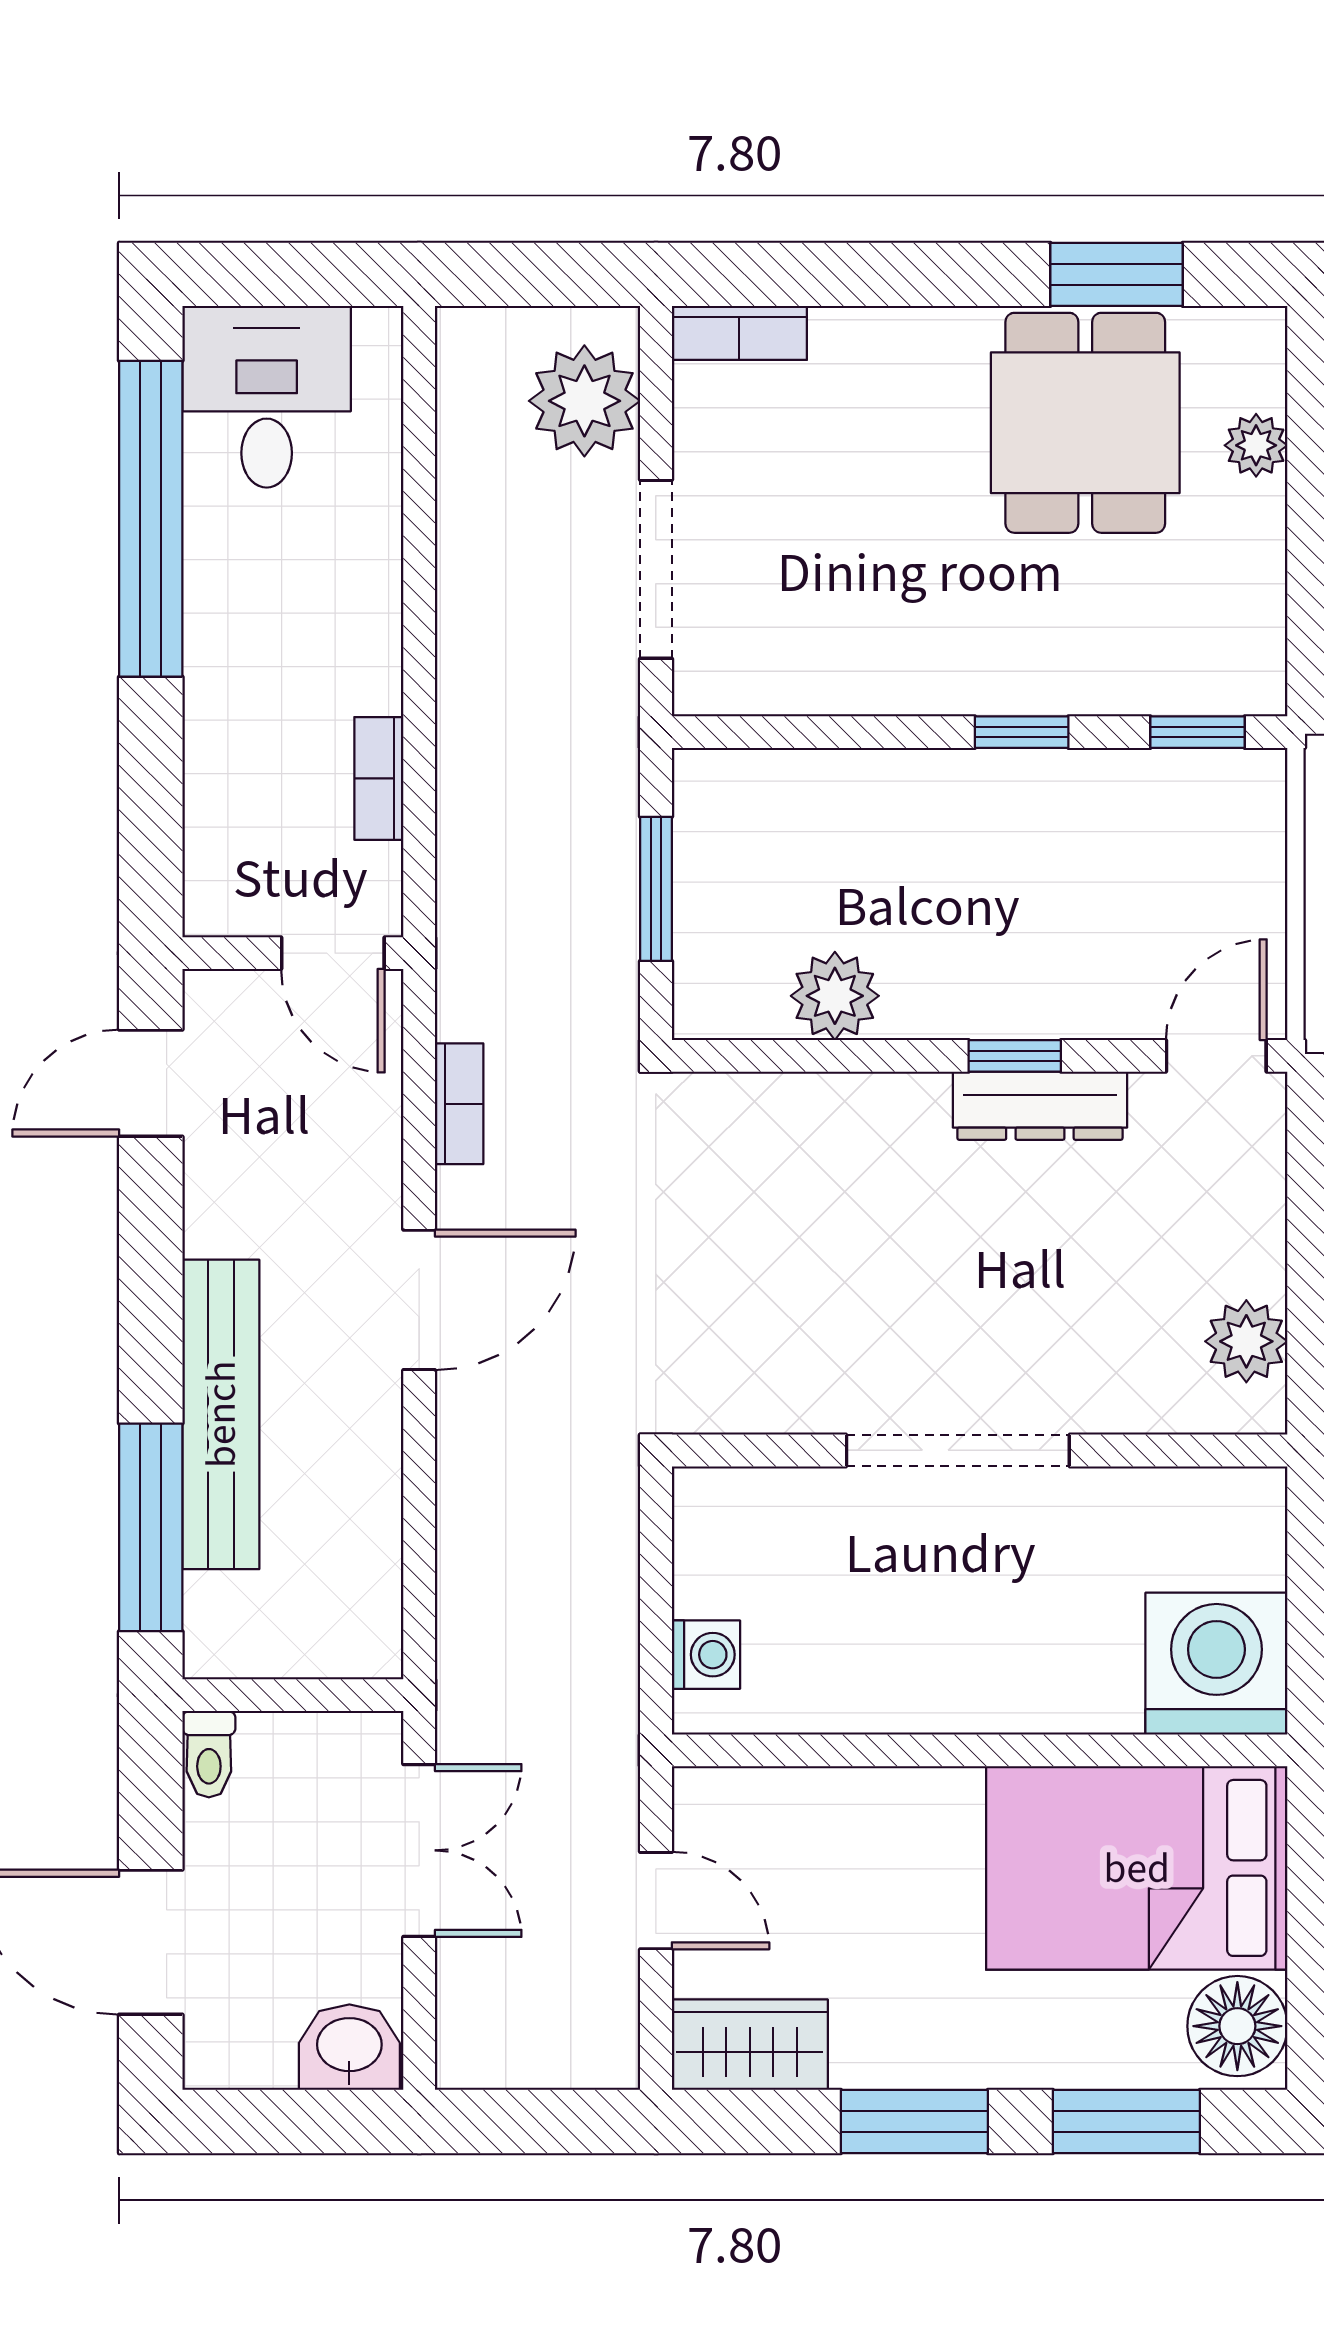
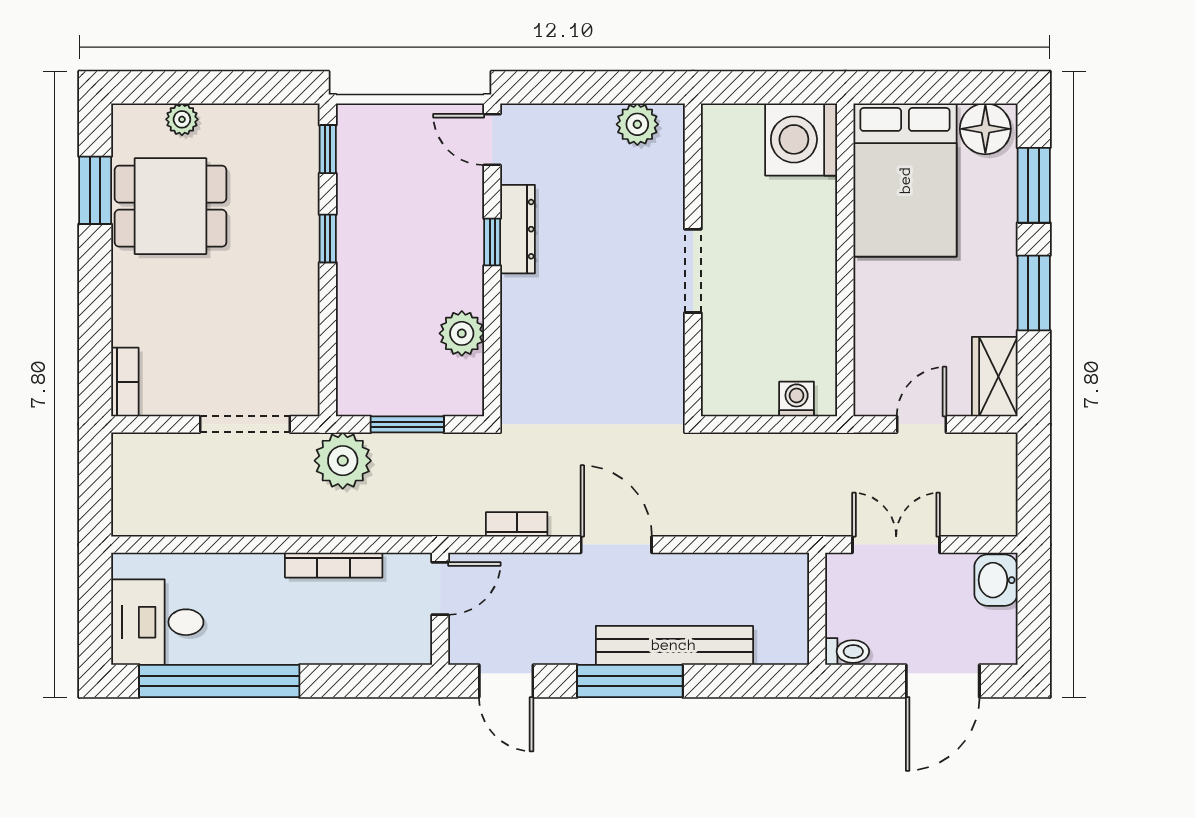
plant: (584, 401) -> (343, 461), moved
bookcase: (379, 778) -> (334, 565), width x1.56
doorway: (958, 1450) -> (693, 271), width x0.73
window: (151, 1527) -> (630, 681), moved

